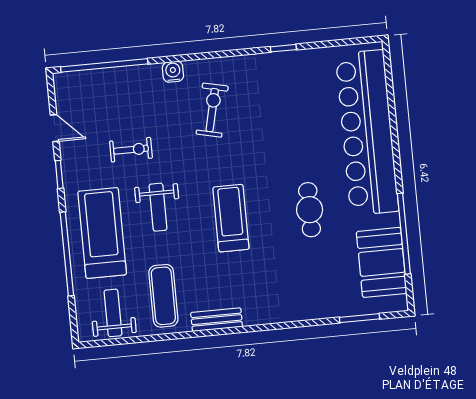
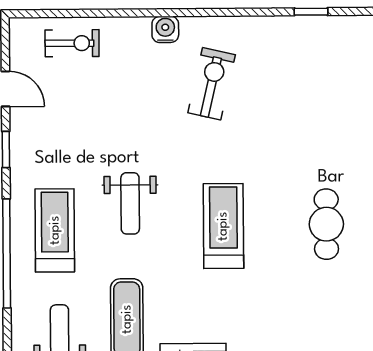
window: (104, 65) -> (77, 13), removed
exercise bike: (131, 150) -> (72, 43), moved
treadmill: (102, 233) -> (55, 230), width x0.73, depth x0.73

